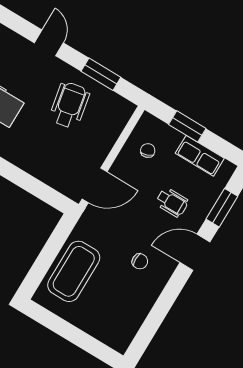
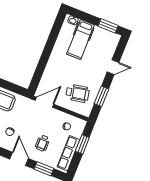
wheelchair: (69, 105) -> (78, 93), moved
row of seats: (200, 156) -> (69, 153), width x1.48
door: (95, 185) -> (45, 102), swing flipped

